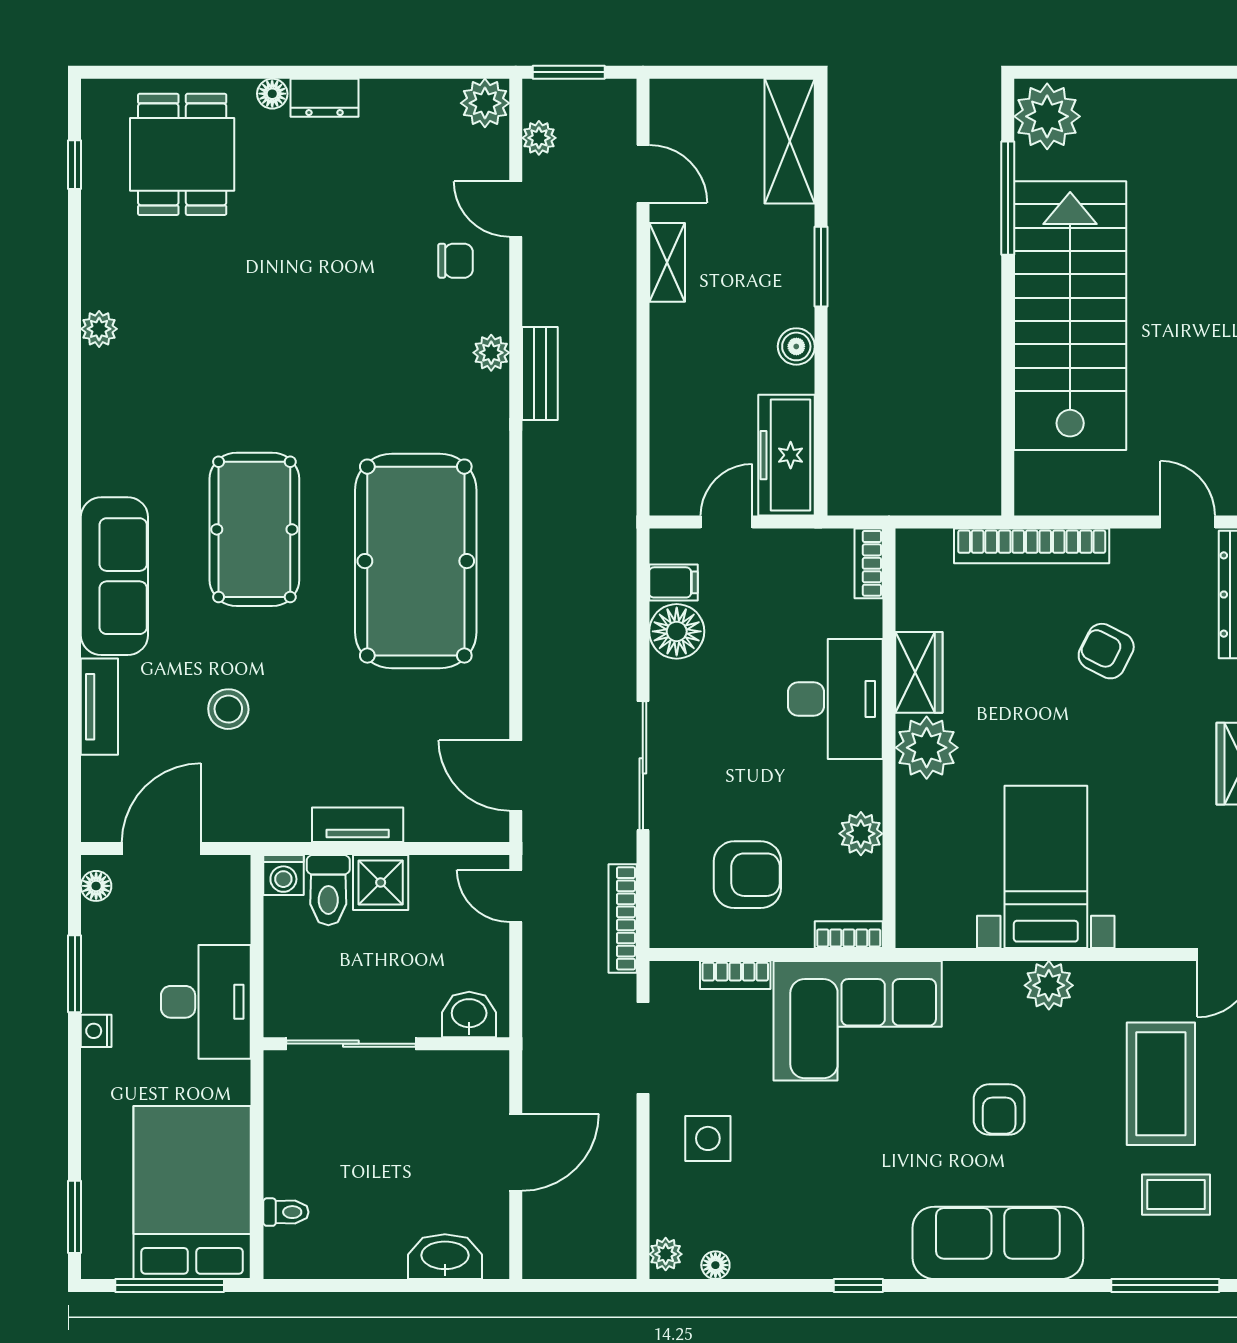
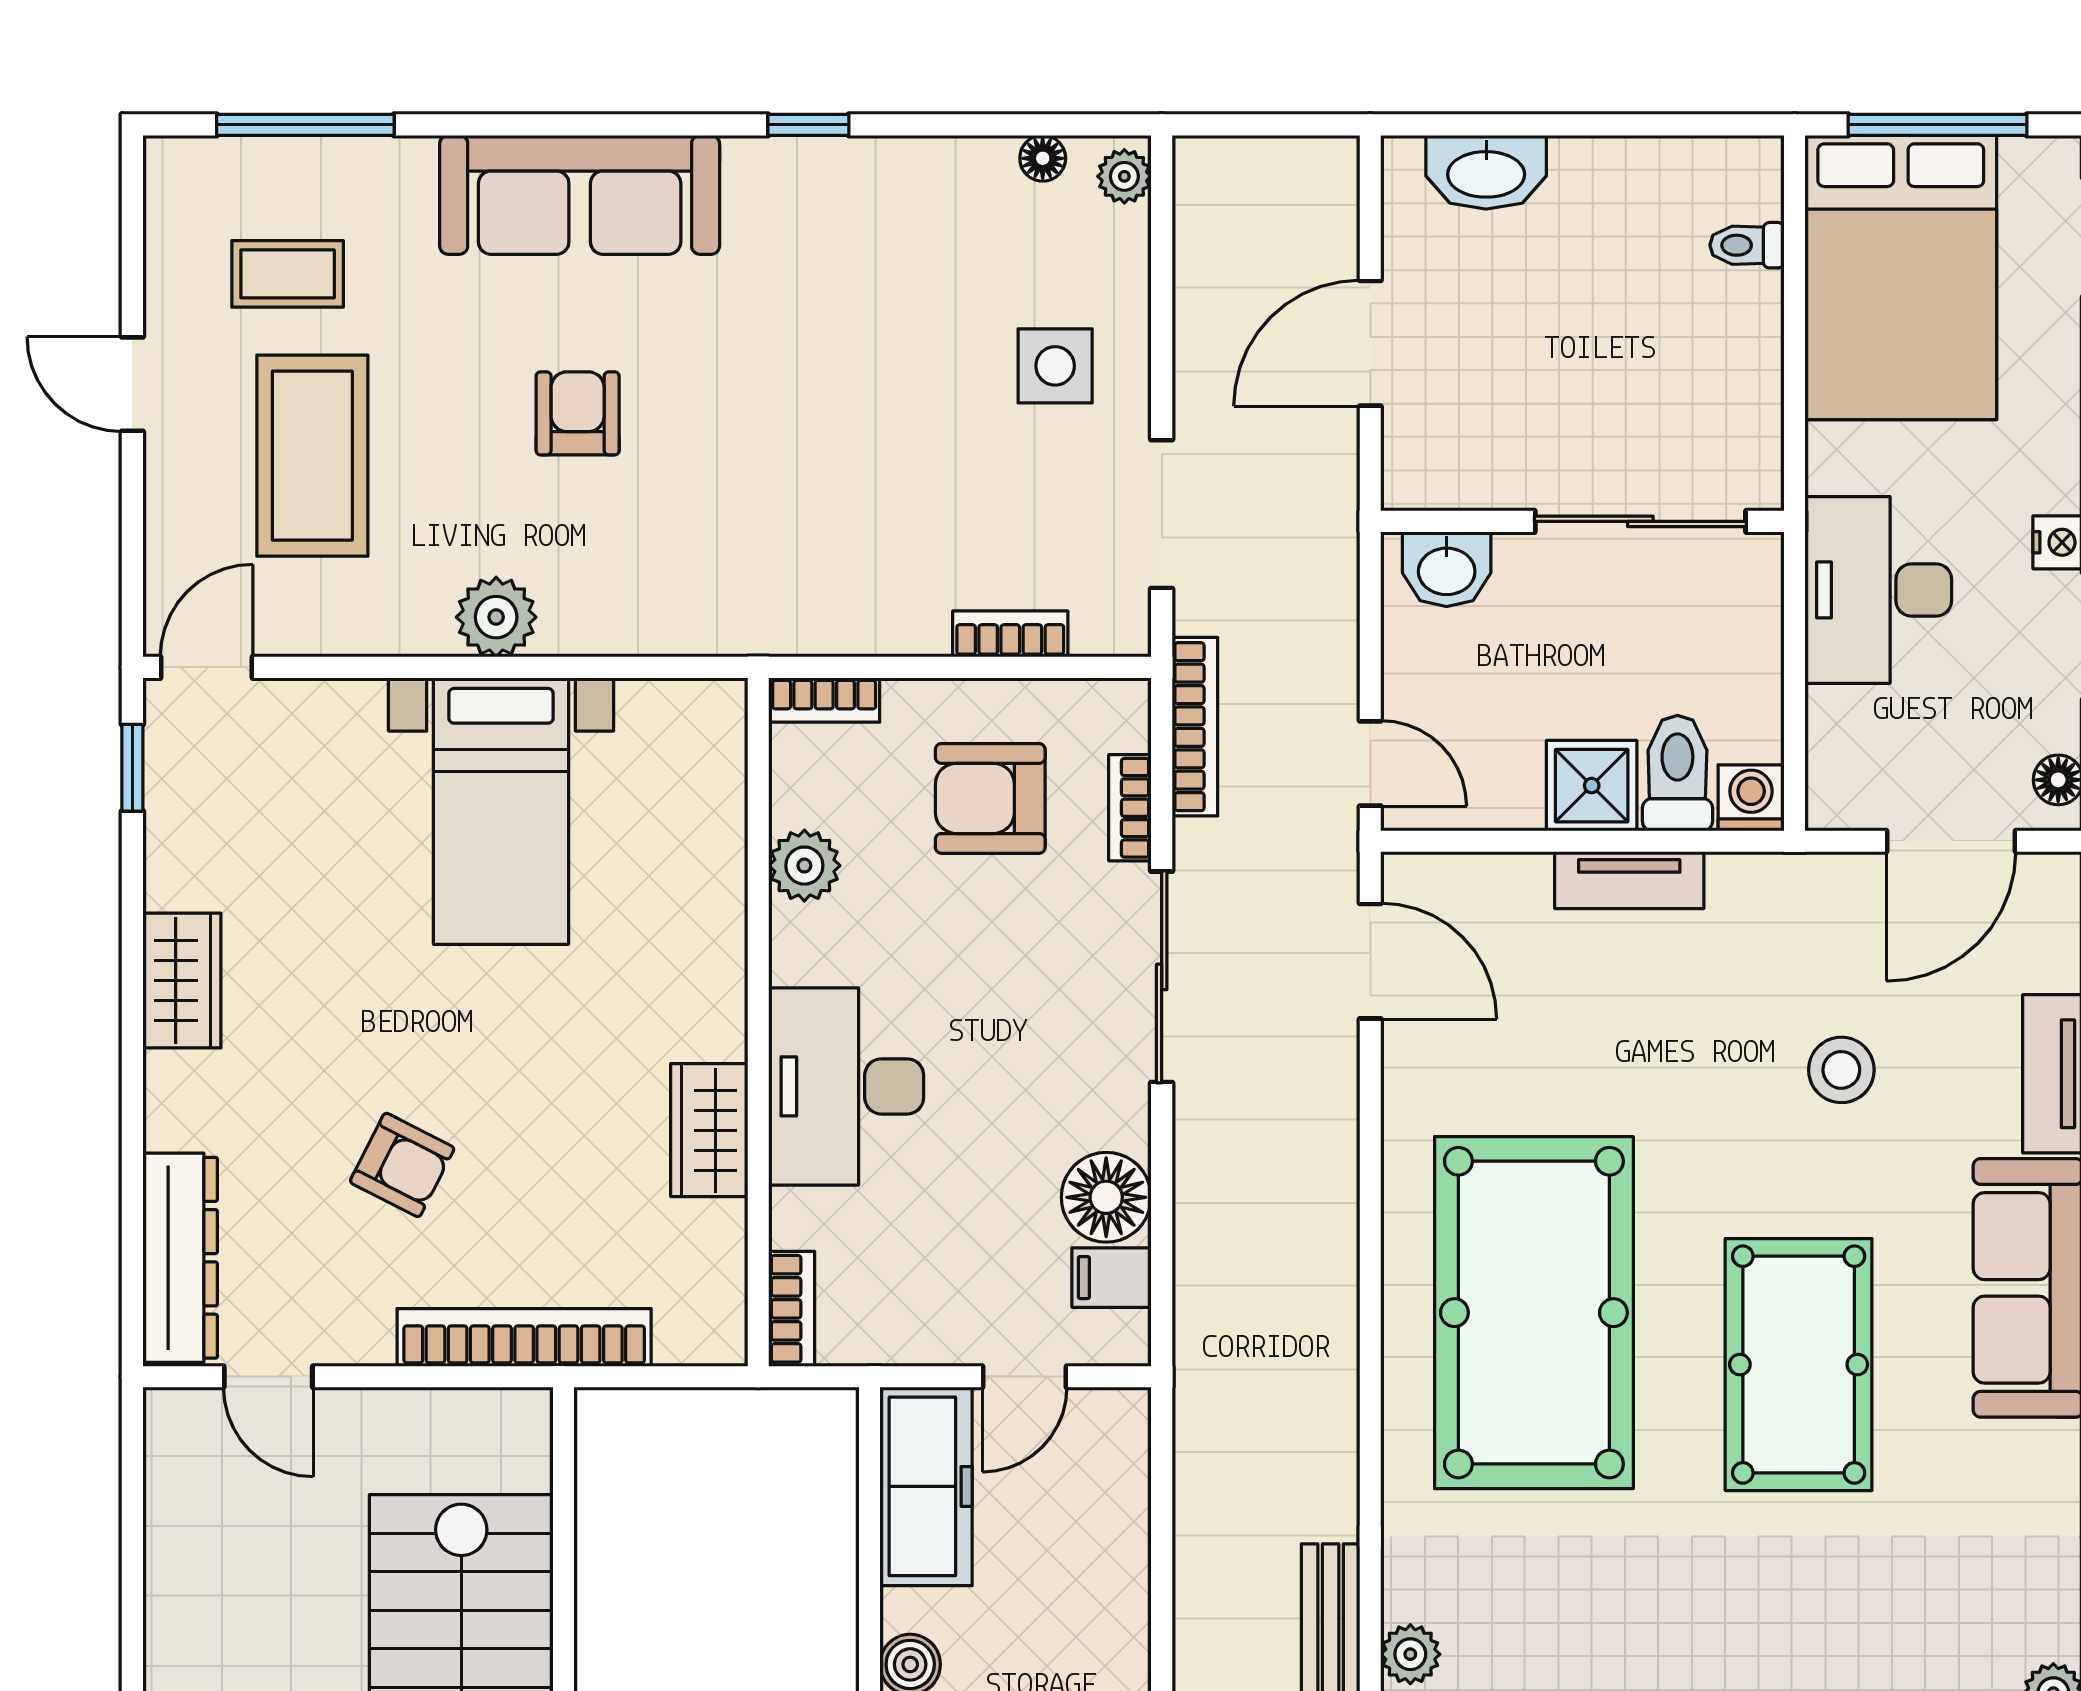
plant: (927, 748) -> (697, 1007), removed
bookcase: (662, 869) -> (1130, 808), added
corner sofa: (858, 1021) -> (810, 559), removed

